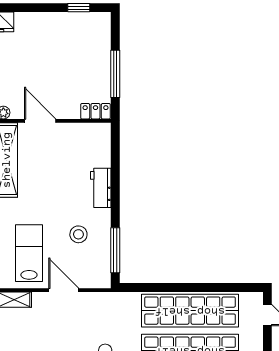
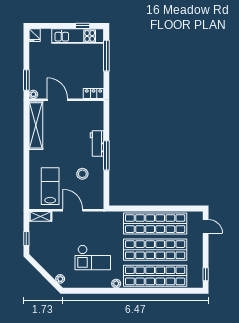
kitchen unit: (71, 23) -> (78, 36), added
window: (115, 74) -> (106, 56), moved
window: (115, 250) -> (106, 155), moved

